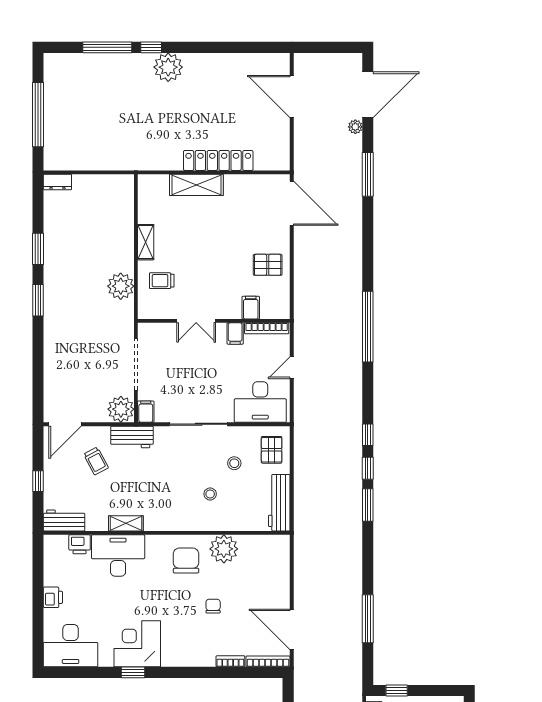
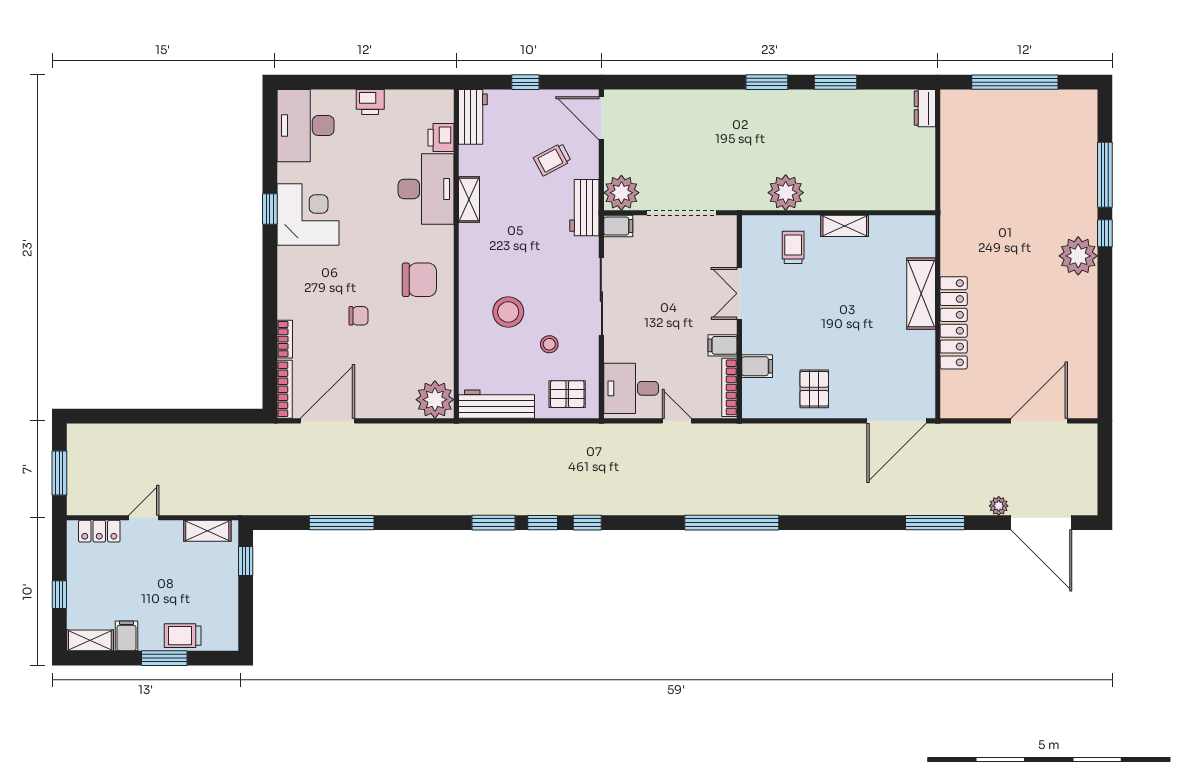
desk: (260, 402) -> (631, 388), width x0.73
stool: (210, 494) -> (508, 312), width x1.89, depth x1.89
plant: (224, 549) -> (435, 400), moved

